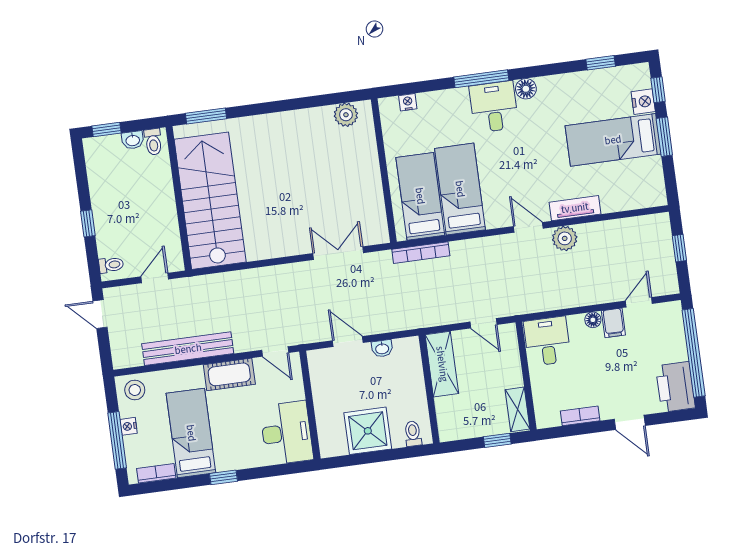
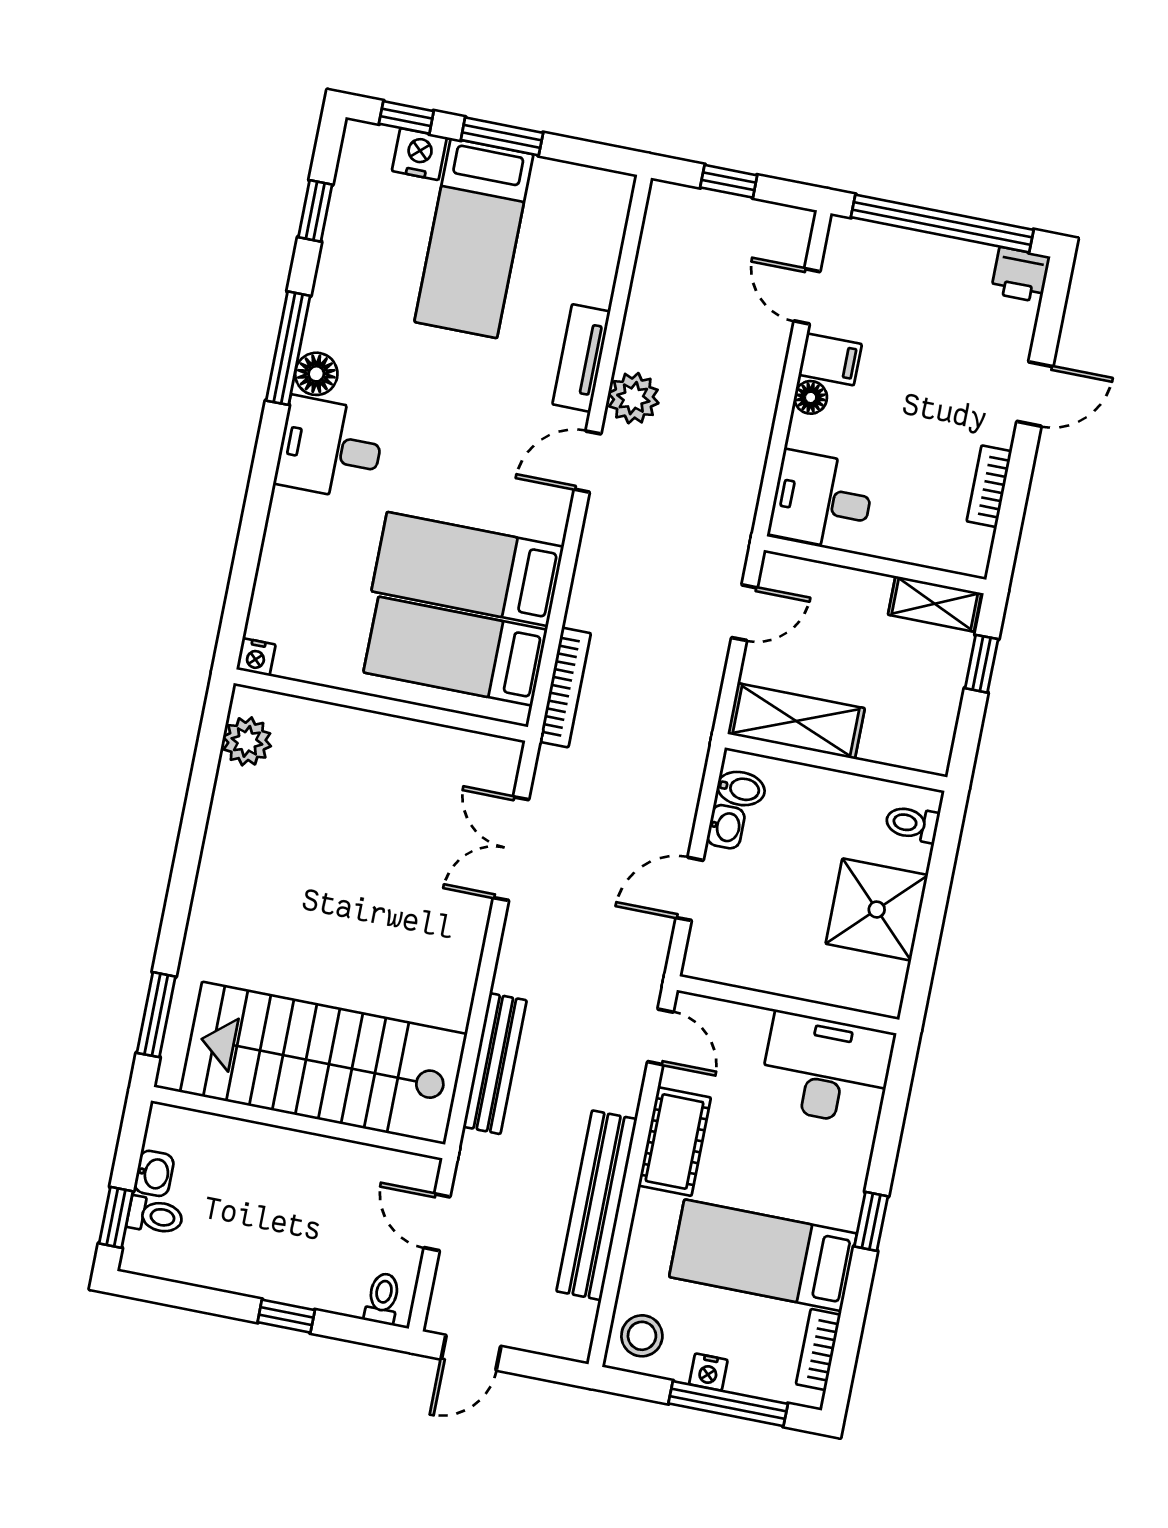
window: (481, 79) -> (288, 348), moved
nightstand: (408, 102) -> (256, 657), moved, turned -90
toilet: (153, 142) -> (155, 1216), moved
bench: (237, 280) -> (495, 1064), added
bidet: (402, 349) -> (741, 789), added
door: (275, 351) -> (660, 1037), hinge flipped
printer: (675, 387) -> (1020, 275), width x0.53, depth x0.68

